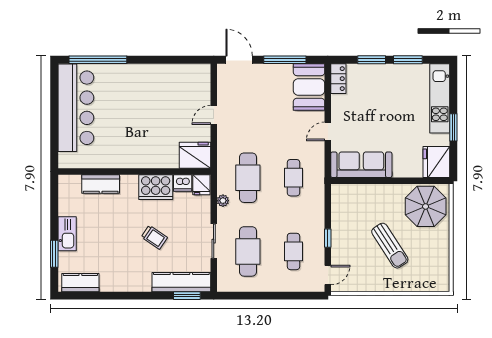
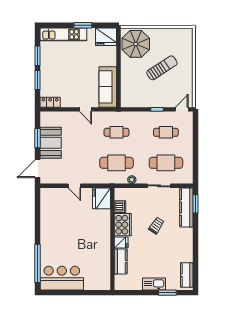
window: (285, 60) -> (38, 138), width x0.69
booth: (309, 87) -> (51, 143), moved, turned 90
bar counter: (76, 108) -> (62, 278), width x0.73
fridge: (201, 185) -> (121, 242), moved
door: (328, 275) -> (182, 109), hinge flipped

